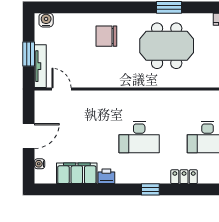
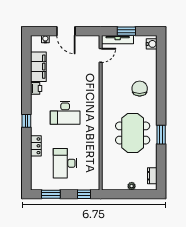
desk: (139, 137) -> (65, 113), turned -90

